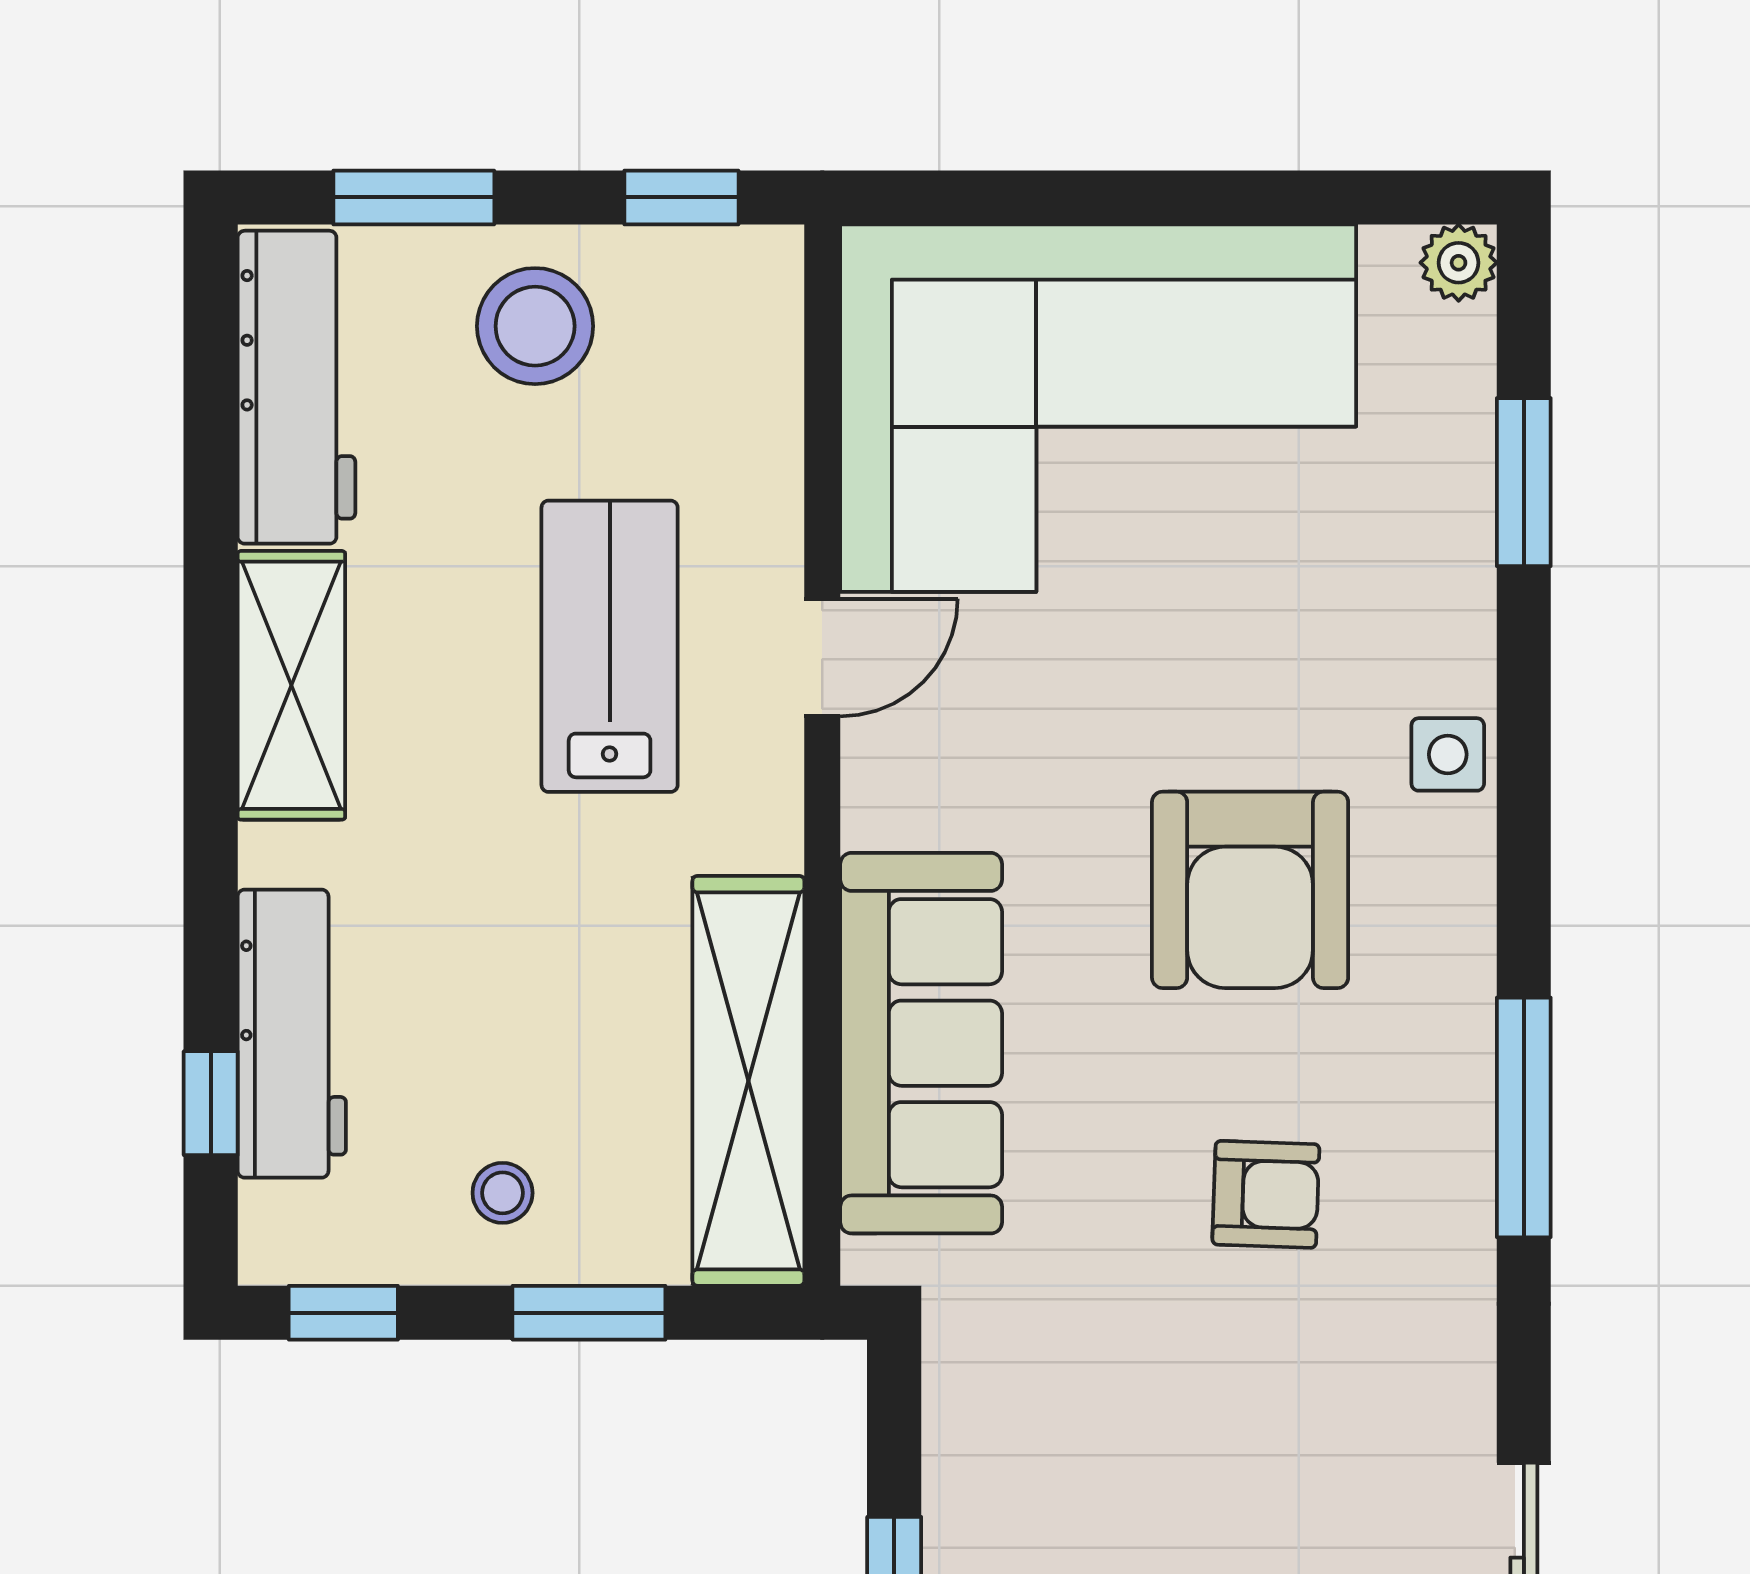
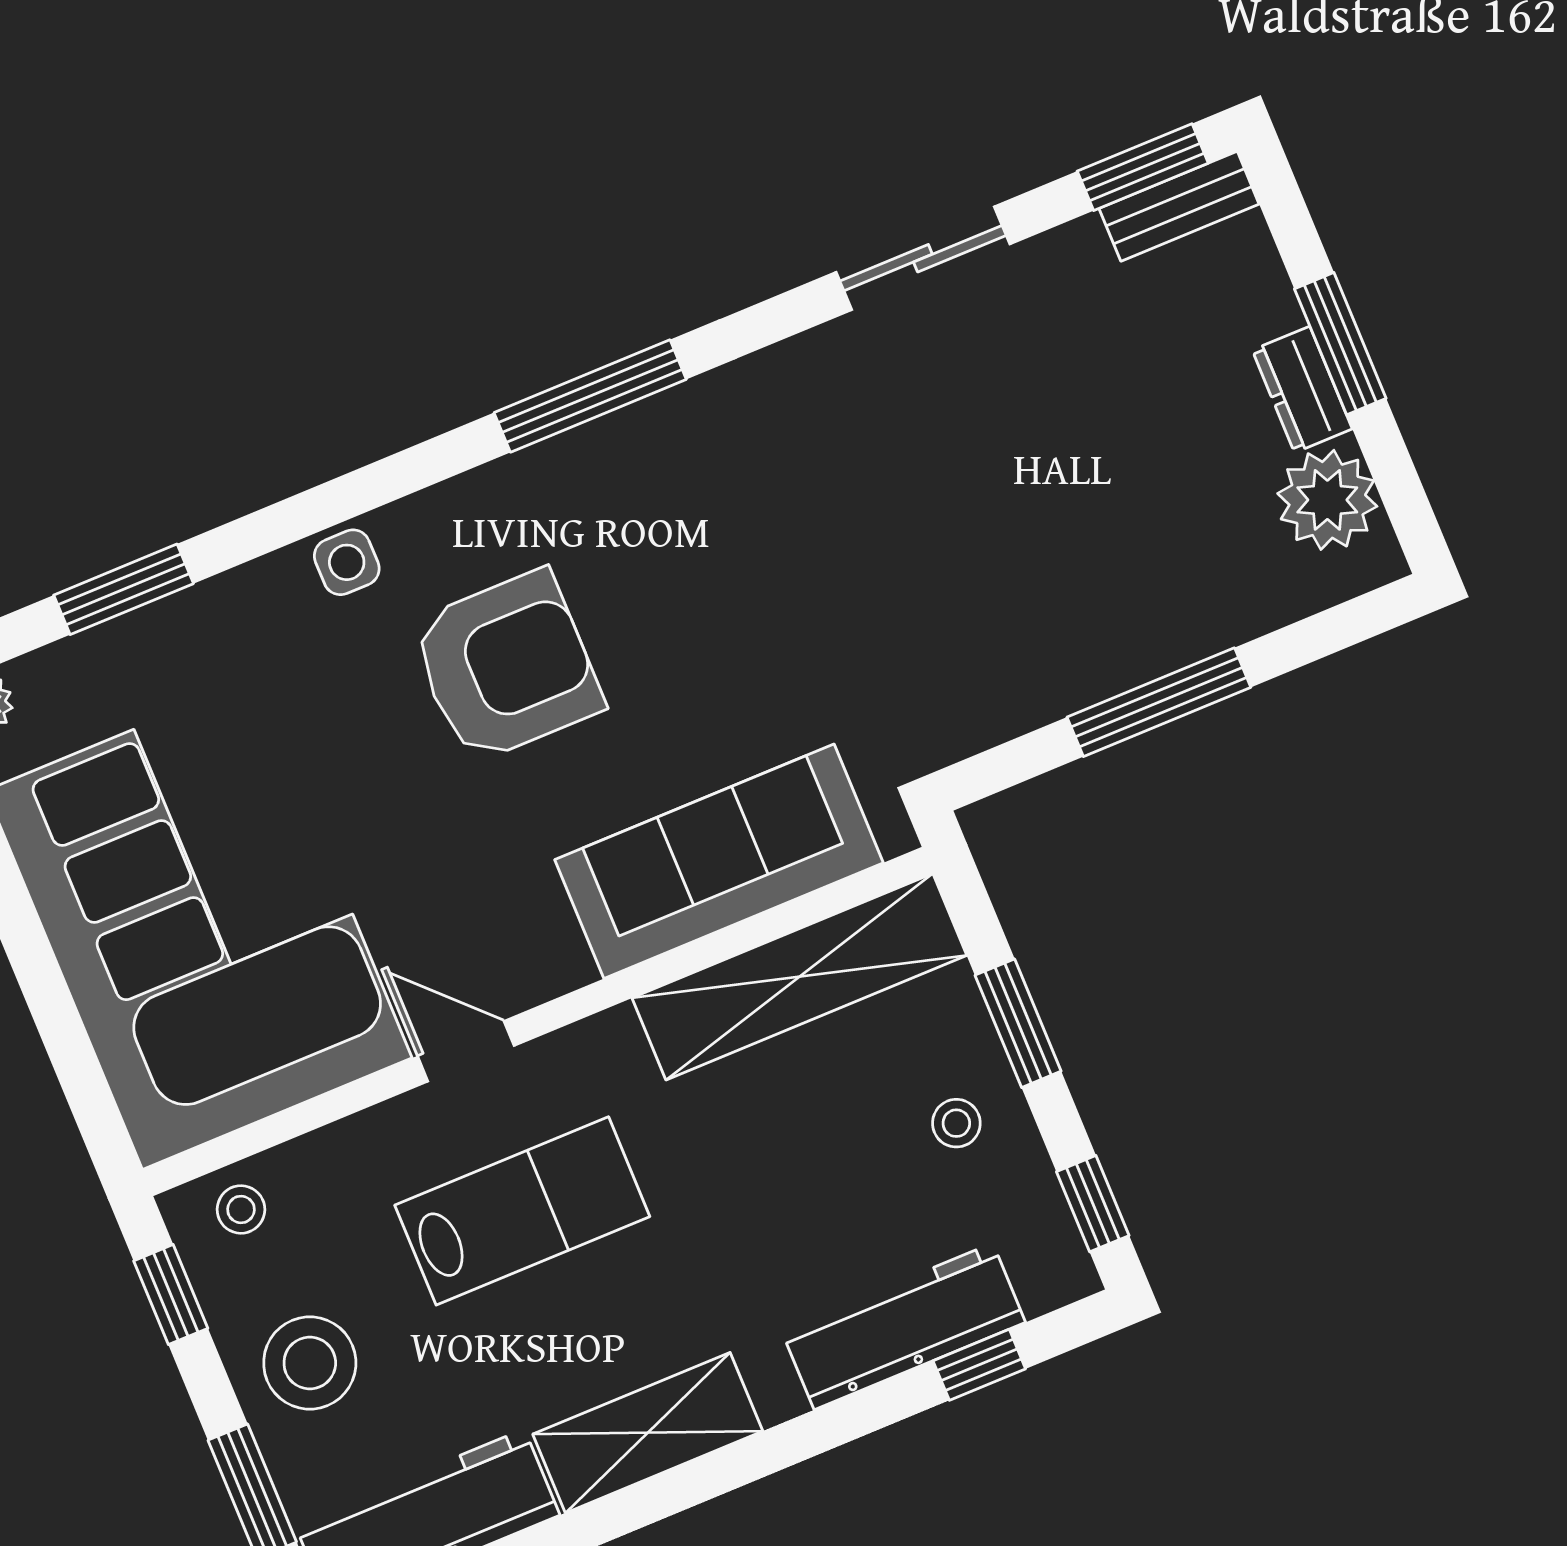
stool: (747, 320) -> (241, 1209), added
lab bench: (610, 646) -> (522, 1211), turned 180
armchair: (1266, 1194) -> (725, 562), removed

